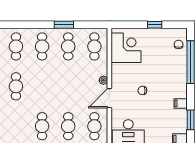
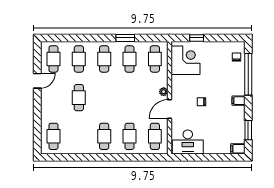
window: (155, 25) -> (197, 38), moved
filing cabinet: (181, 103) -> (238, 101), moved

